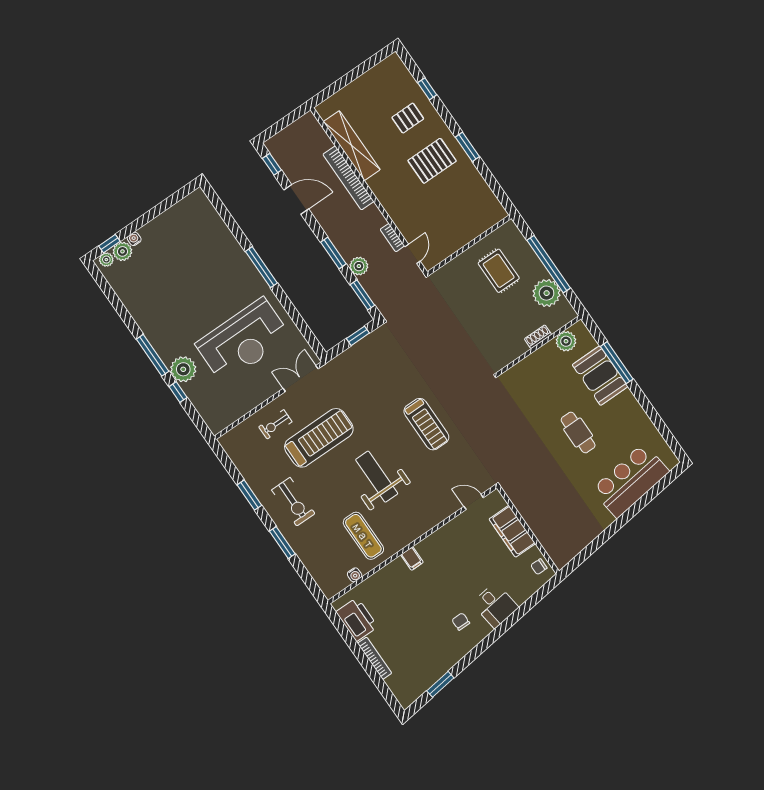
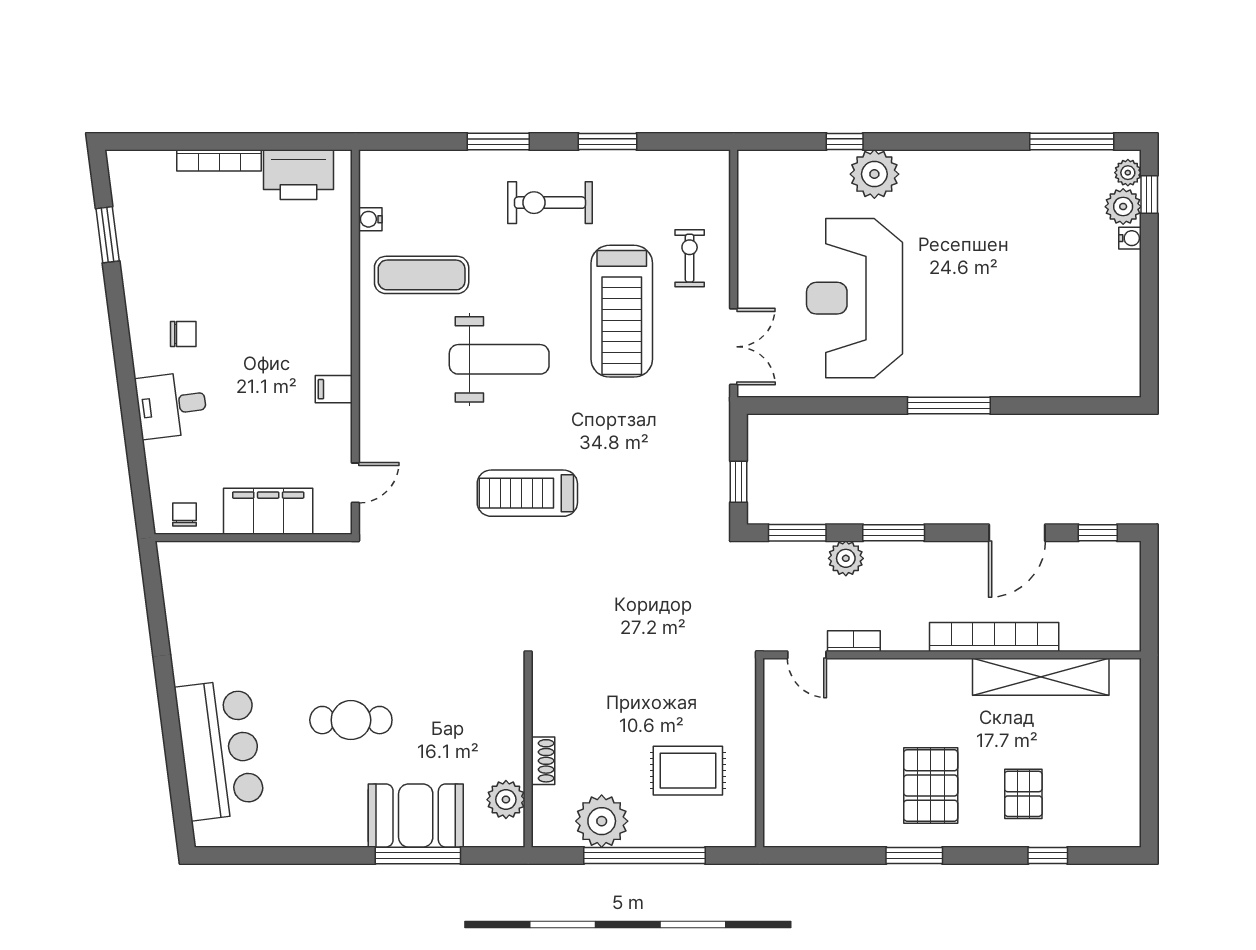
window: (153, 355) -> (1072, 141), moved
filing cabinet: (412, 559) -> (334, 389), moved

